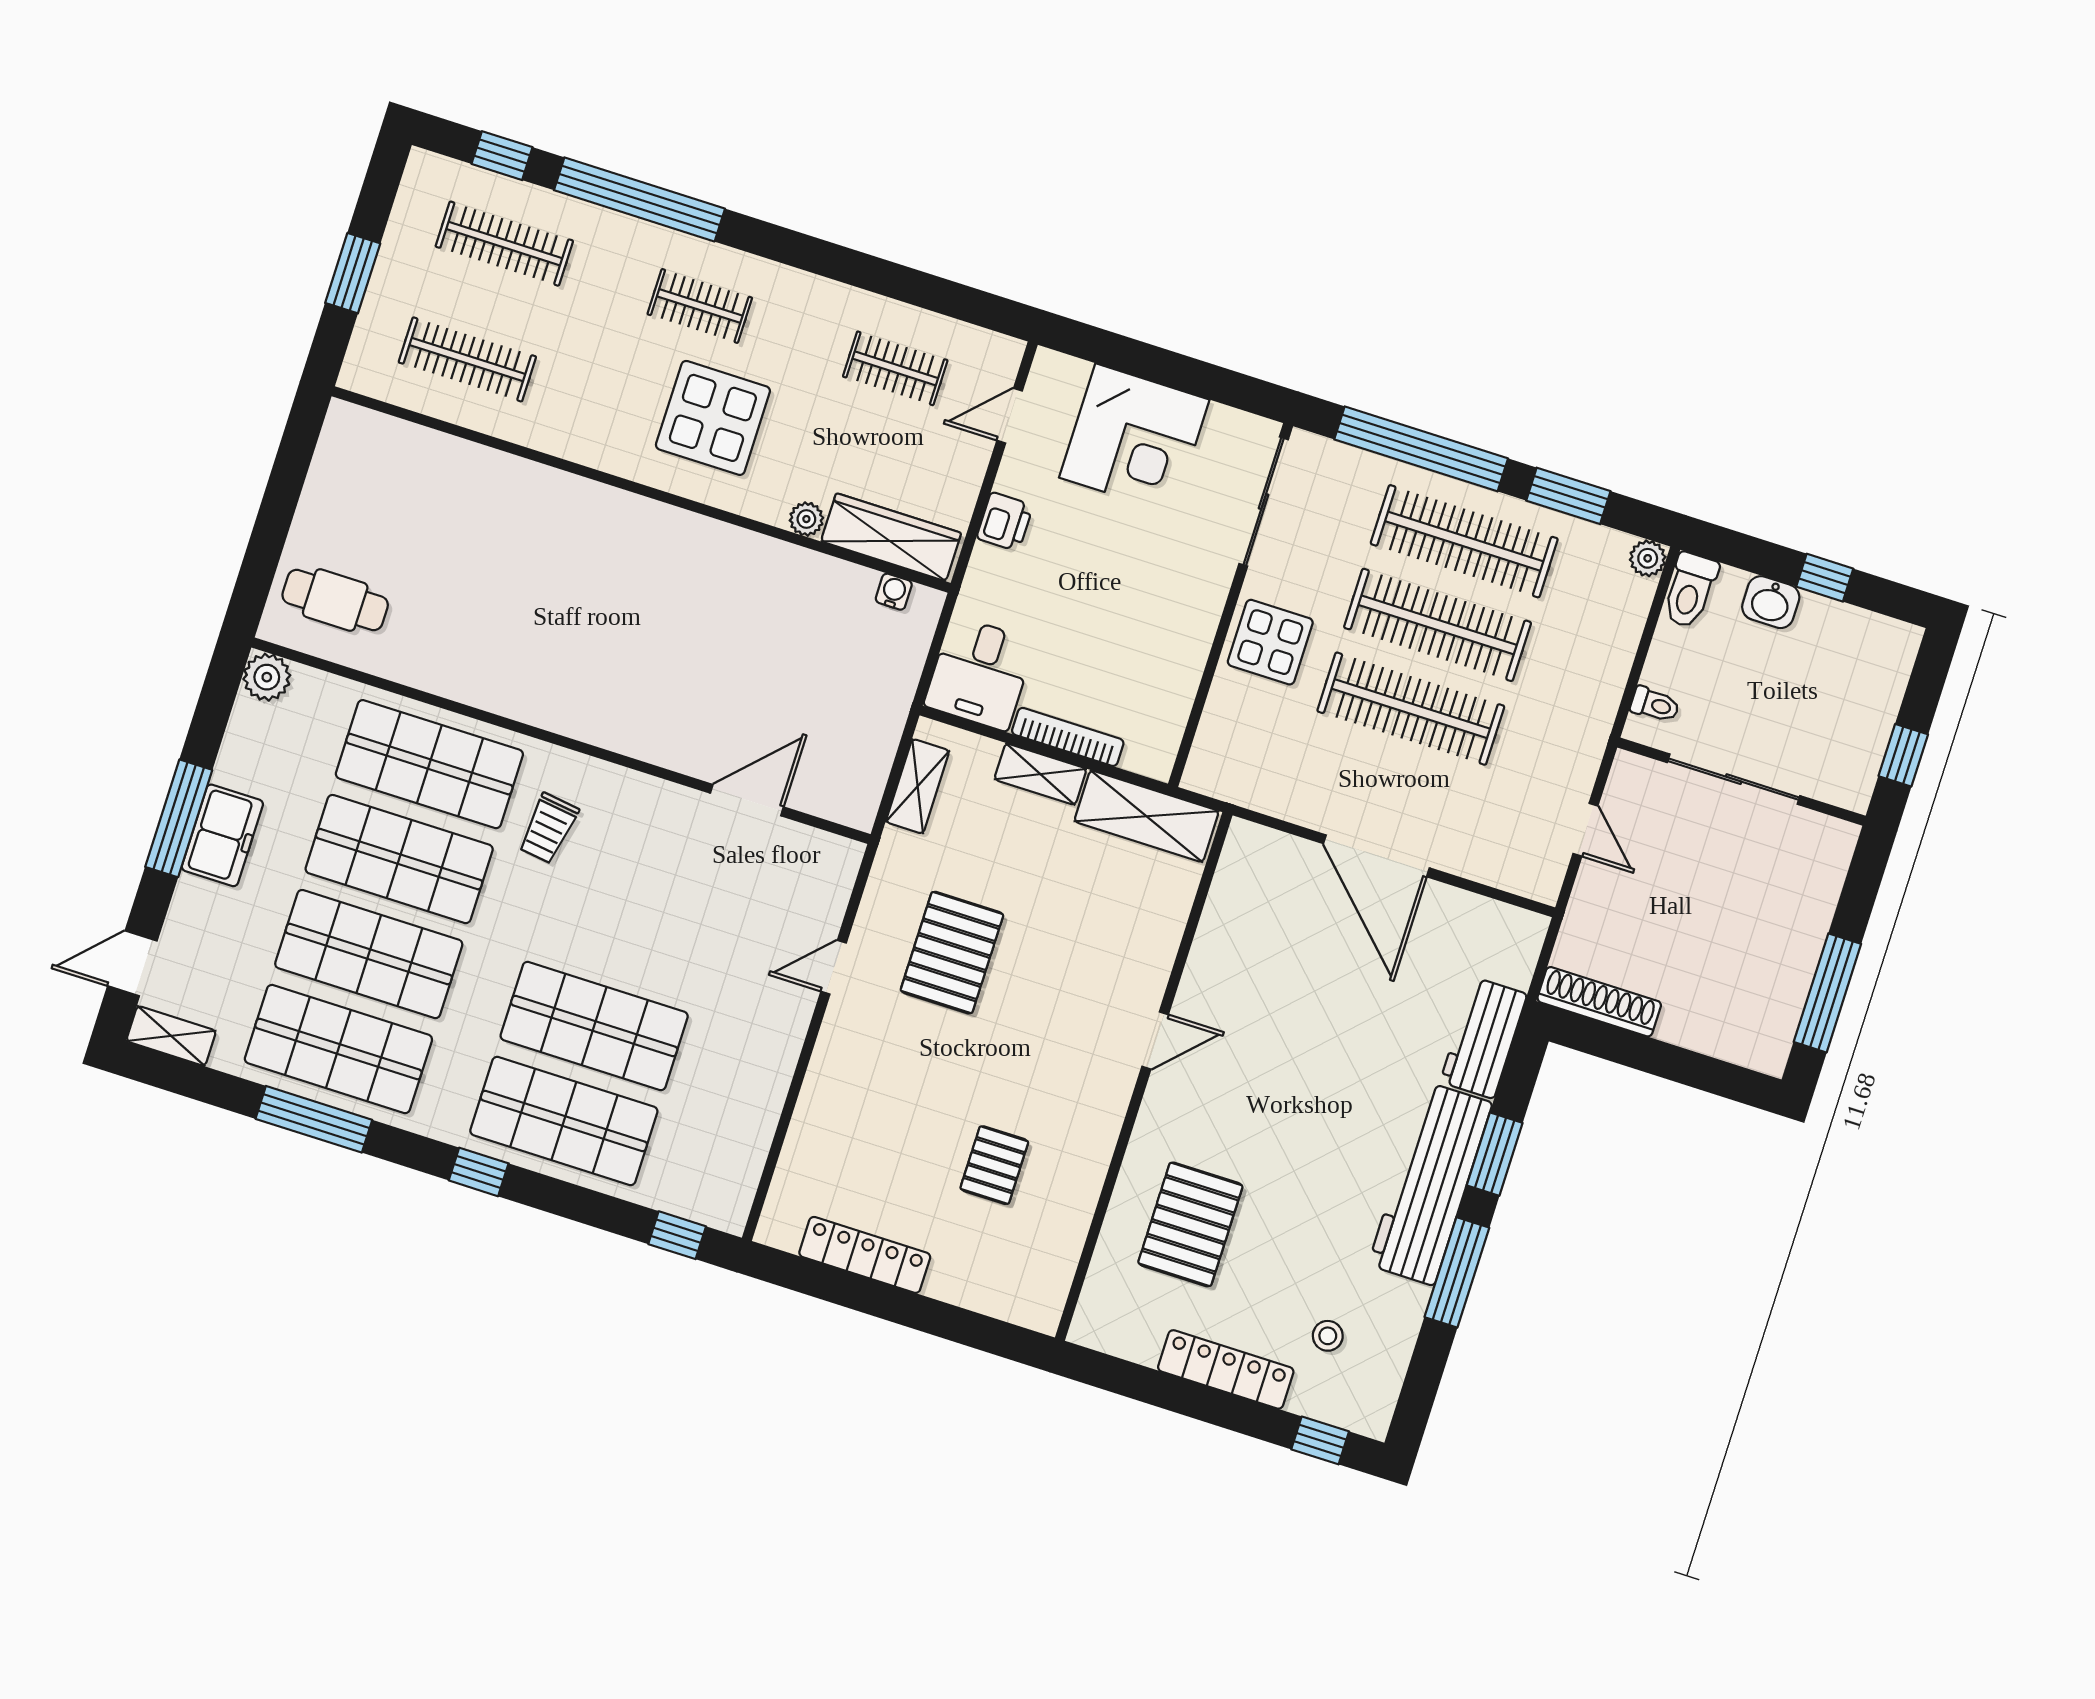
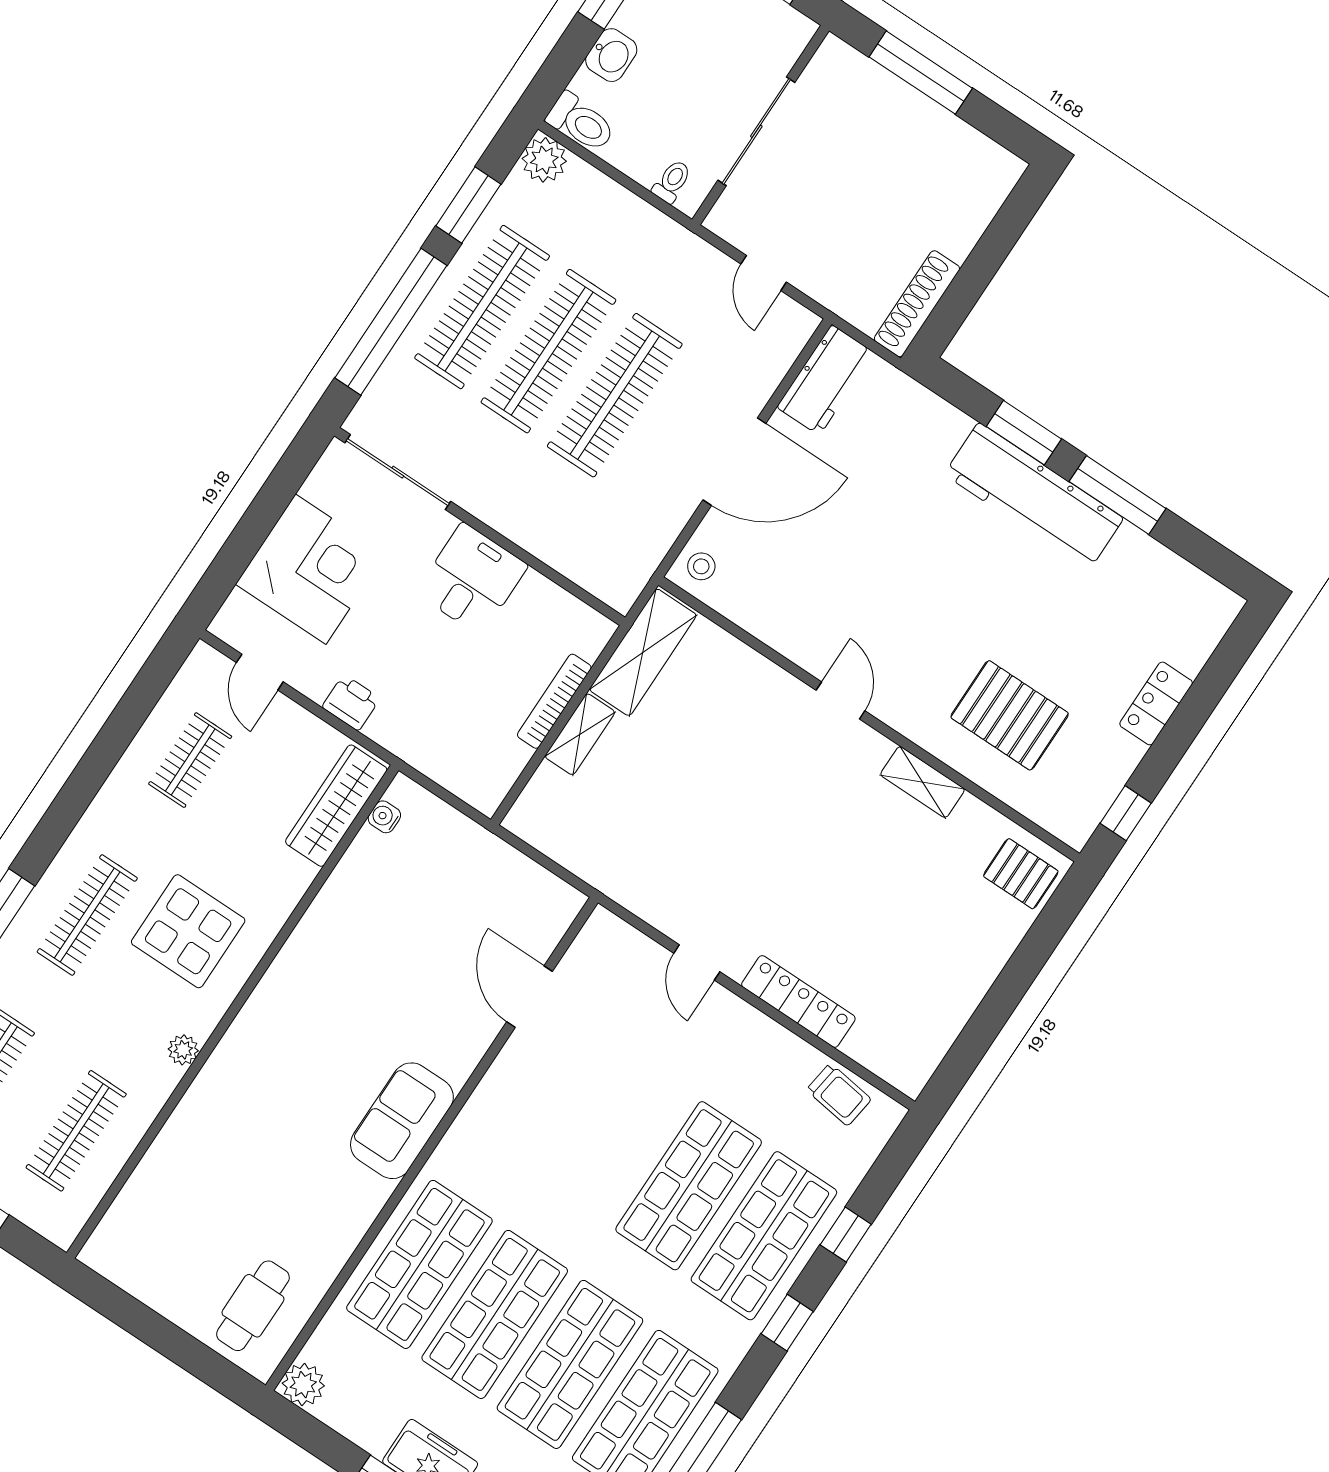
clothes rail: (700, 306) -> (87, 915), width x1.36
plant: (806, 519) -> (183, 1050), moved
plant: (1648, 558) -> (544, 160), width x1.38, depth x1.38
display table: (1270, 642) -> (522, 501), removed
desk: (980, 673) -> (472, 579), moved, turned -90
sofa: (577, 702) -> (402, 1121), added
shelving: (918, 786) -> (922, 782), moved
trolley: (548, 828) -> (839, 1095), moved
door: (1585, 830) -> (764, 273), swing flipped
pallet: (952, 953) -> (713, 856), removed
window: (1827, 993) -> (921, 73), moved
workbench: (1484, 1038) -> (825, 380), moved, turned -90
pallet: (994, 1165) -> (1021, 874), moved
window: (677, 1235) -> (846, 1235), moved
locker: (865, 1255) -> (798, 1001), moved, turned 90
stool: (1328, 1336) -> (701, 566), moved
locker: (1226, 1369) -> (1156, 703), width x0.66
window: (1320, 1440) -> (1126, 813), moved

